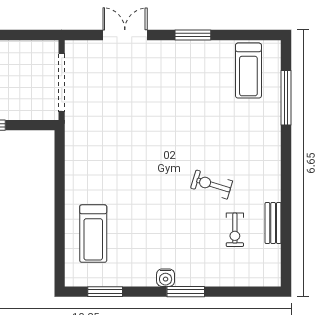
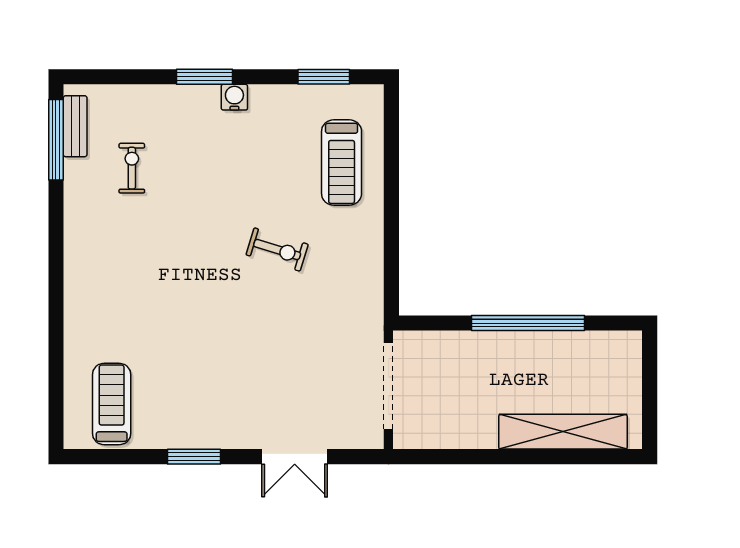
window: (286, 98) -> (56, 140), moved
exercise bike: (212, 184) -> (277, 250), moved
bench: (273, 223) -> (75, 126), moved
treadmill: (93, 234) -> (342, 162), turned 180

